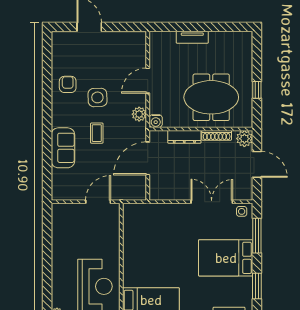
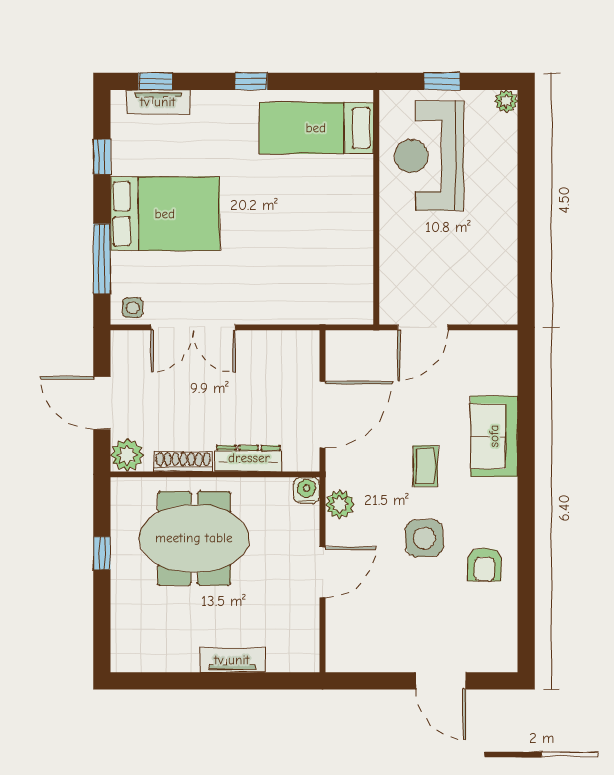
window: (257, 286) -> (102, 157), width x0.67

